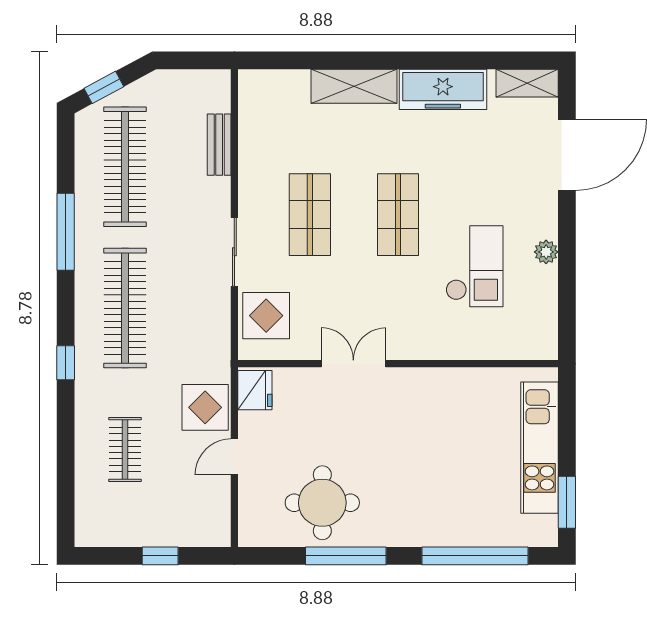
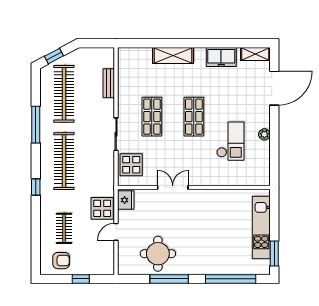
freezer: (443, 89) -> (221, 57), width x0.71
armchair: (119, 517) -> (61, 261), added

